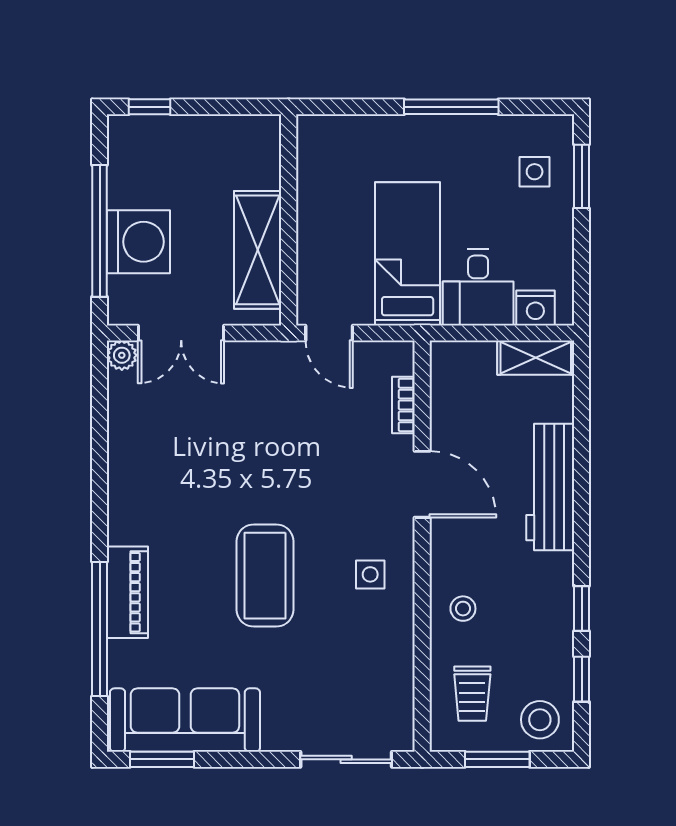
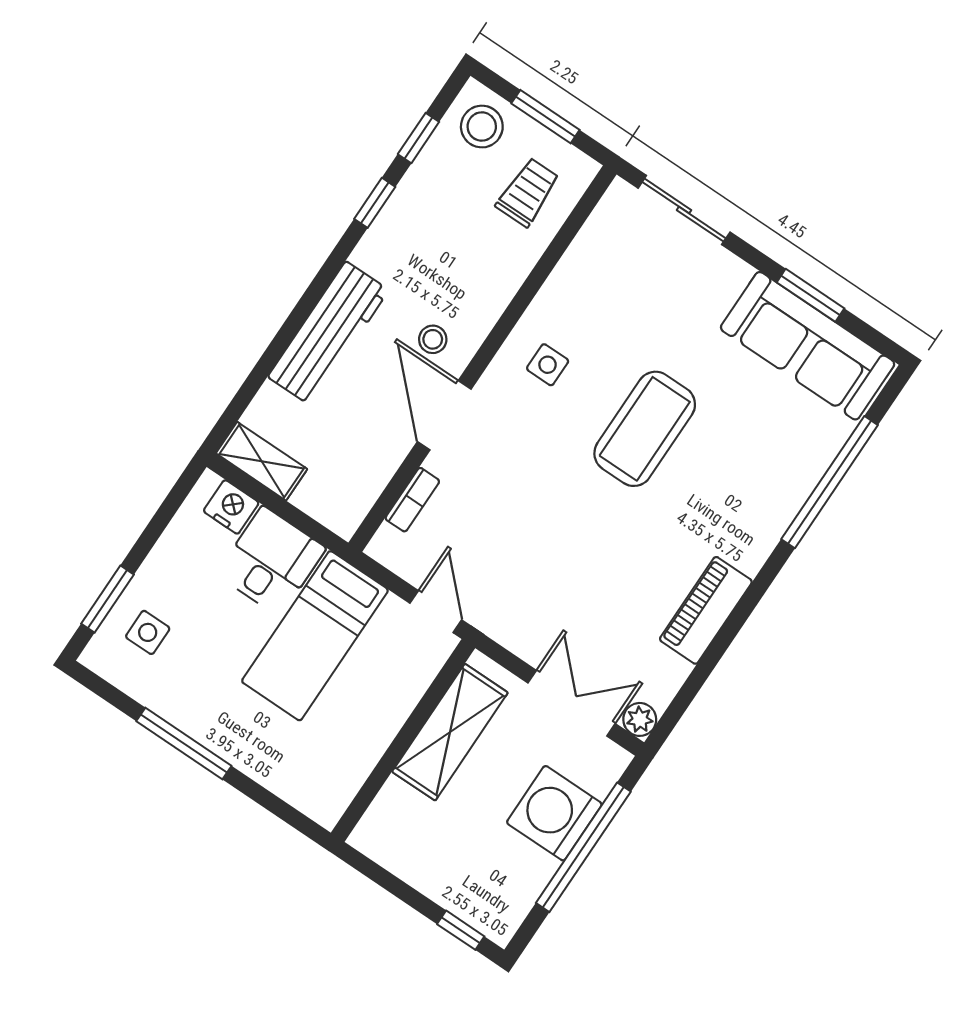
piano: (127, 592) -> (706, 610), moved
stool: (463, 609) -> (433, 339), moved
window: (162, 759) -> (810, 295), moved

